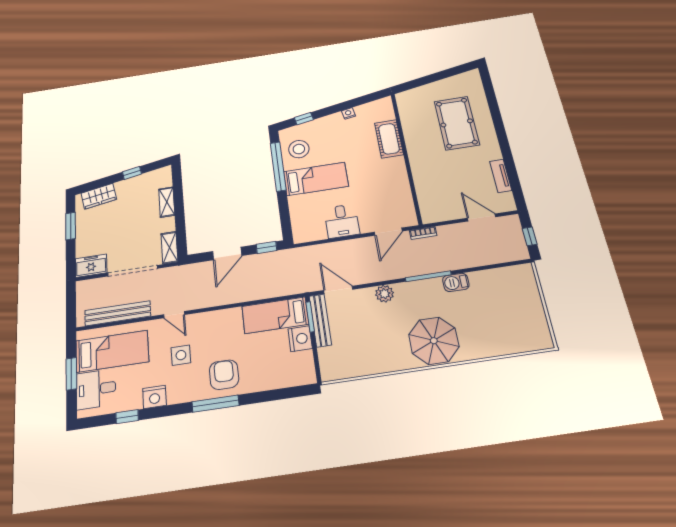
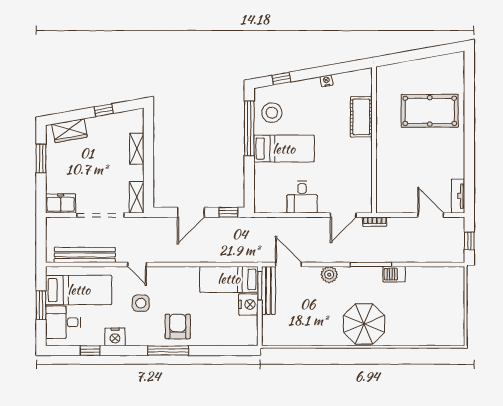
pool table: (457, 123) -> (430, 111), turned 90
tv unit: (501, 176) -> (458, 196), moved

